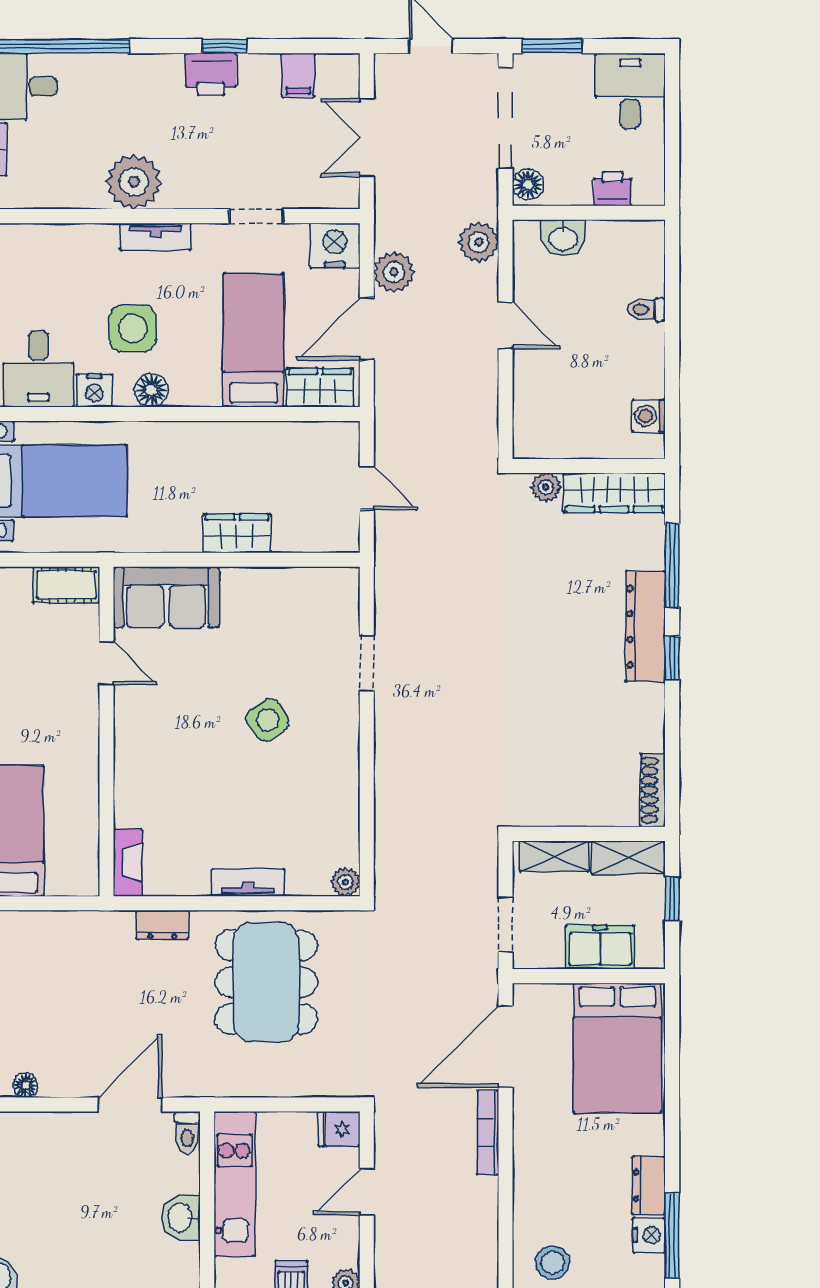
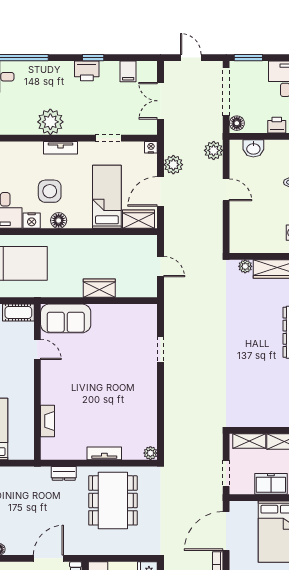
nightstand: (335, 245) -> (151, 147), width x0.53, depth x0.56
side table: (268, 720) -> (114, 376), removed
fireplace: (128, 863) -> (47, 421), moved

